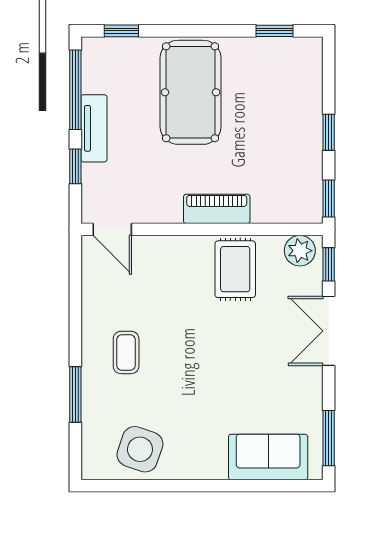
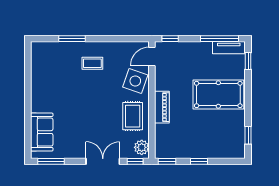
tv unit: (94, 128) -> (229, 48), moved
window: (75, 166) -> (170, 39), moved
rug: (235, 269) -> (133, 116), turned 90
side table: (140, 449) -> (135, 81), moved

